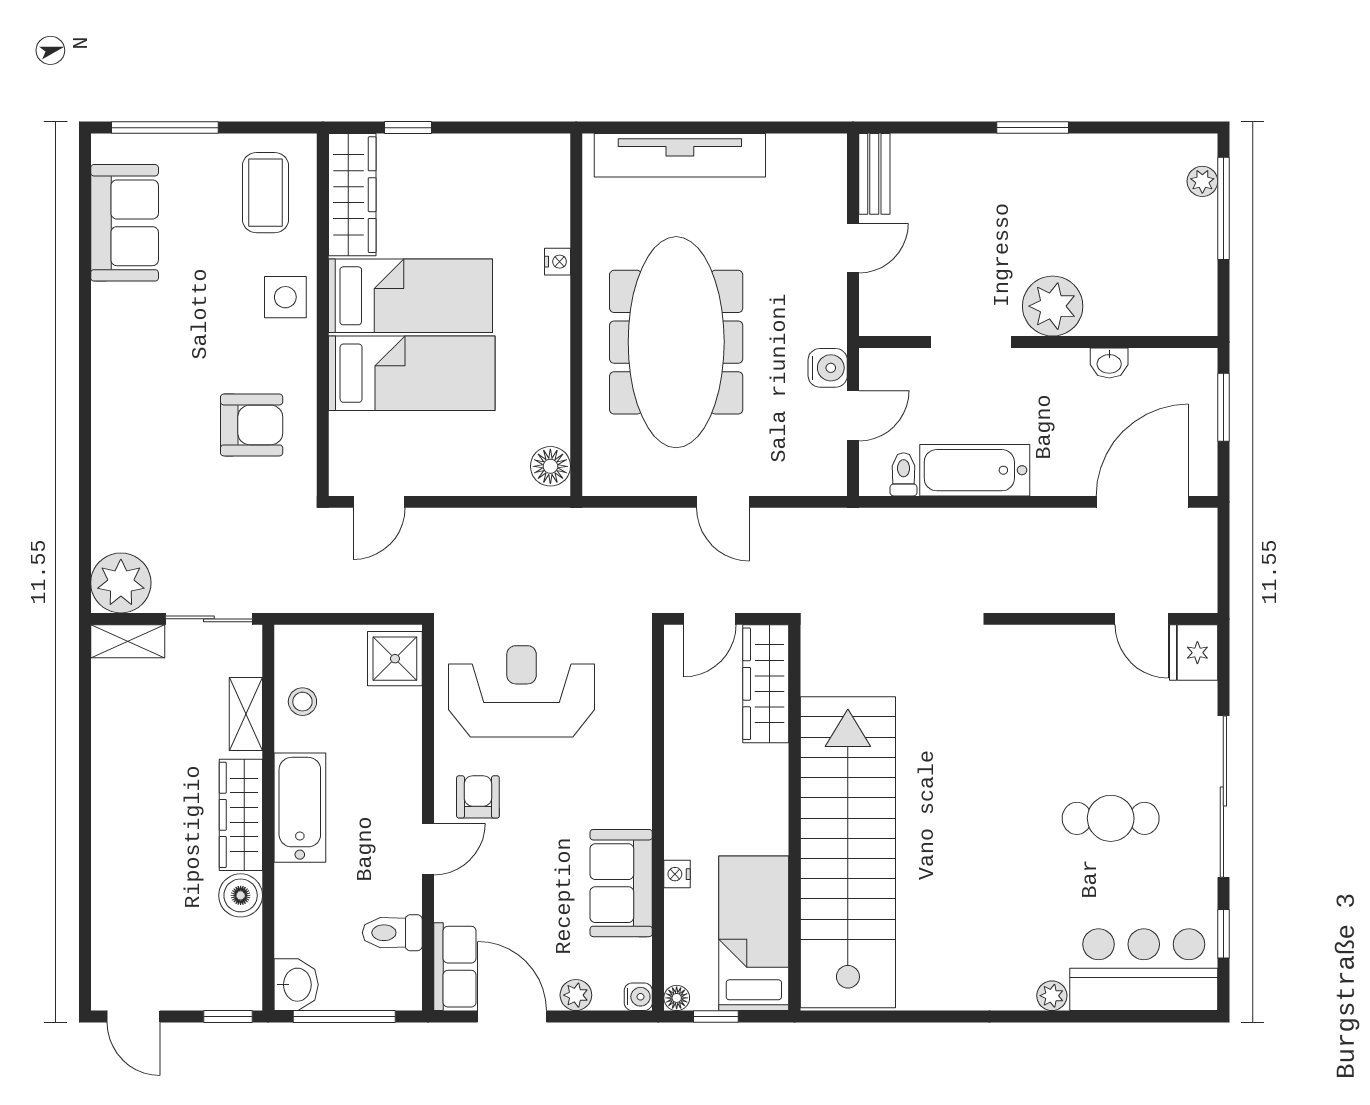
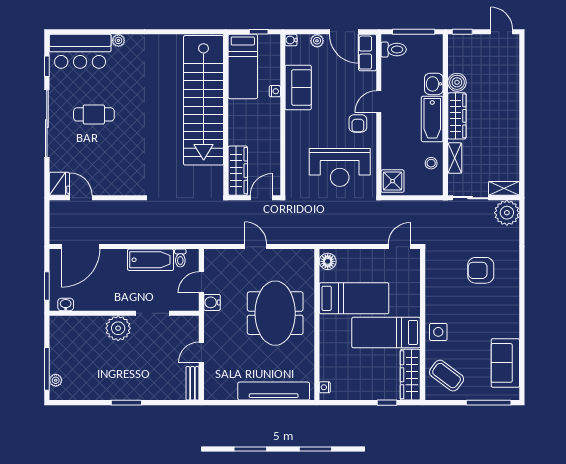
coffee table: (266, 193) -> (447, 376), turned -53
nightstand: (558, 262) -> (325, 387), moved
meeting table: (676, 342) -> (275, 313), width x0.73
washbasin: (1109, 363) -> (66, 304), moved
bed: (412, 373) -> (354, 298), moved, turned 180
armchair: (252, 425) -> (481, 270), moved
toilet: (392, 933) -> (394, 49), moved
washbasin: (296, 985) -> (434, 84), moved
floor lamp: (677, 998) -> (275, 40), removed

